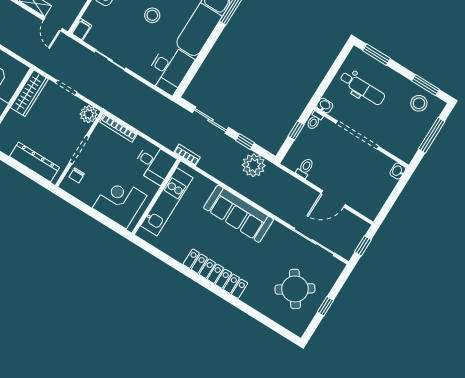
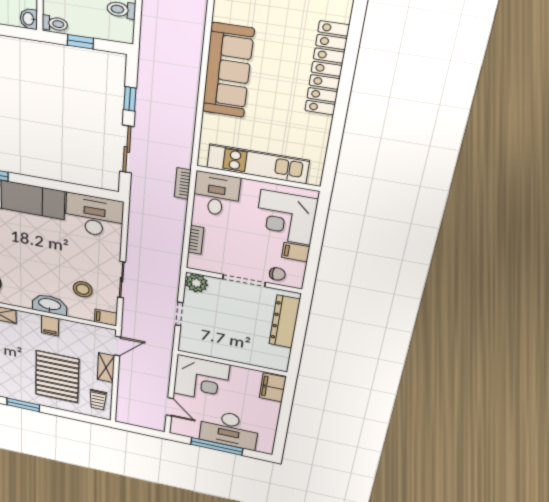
stool: (152, 15) -> (83, 289), moved
wardrobe: (29, 93) -> (207, 348), removed
bookcase: (118, 128) -> (196, 240), width x0.64
bookcase: (187, 155) -> (183, 184), moved
plant: (254, 165) -> (154, 77), removed
filing cabinet: (90, 196) -> (296, 252), added

